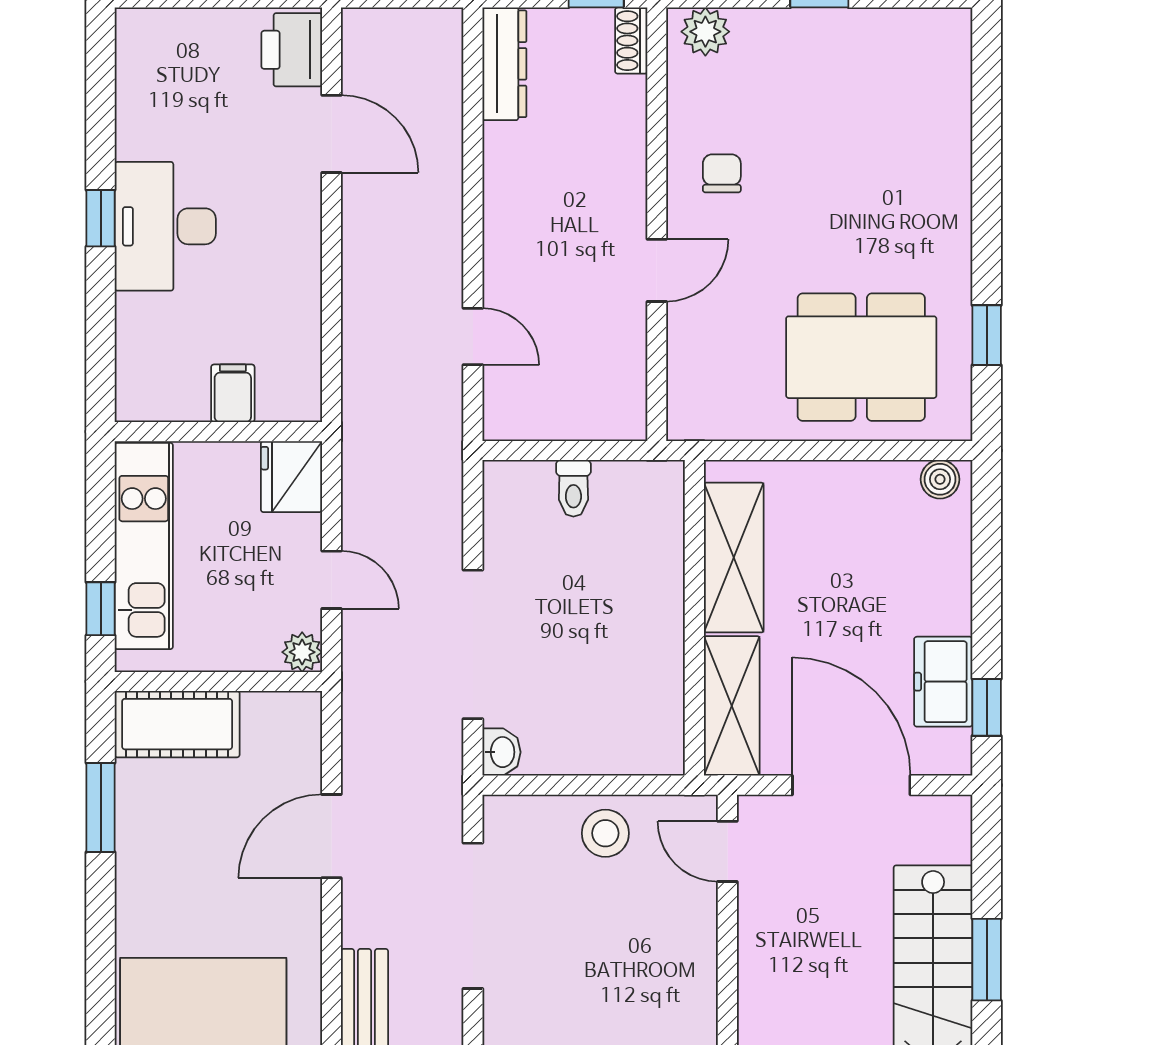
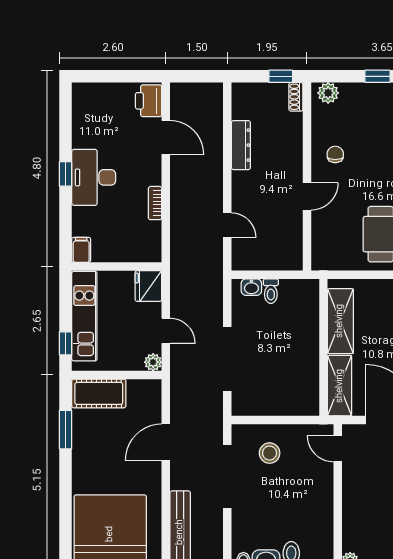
dresser: (504, 64) -> (241, 145), moved
bookcase: (307, 285) -> (155, 203), added
filing cabinet: (233, 393) -> (81, 250), moved
washbasin: (501, 752) -> (251, 287), moved, turned 90
stool: (605, 833) -> (270, 453), moved

